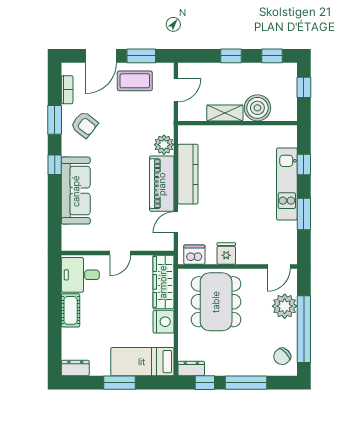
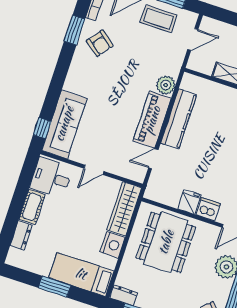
window: (55, 165) -> (42, 128), moved
sofa: (76, 191) -> (64, 124), moved
dishwasher: (194, 255) -> (208, 209), moved
dresser: (75, 368) -> (21, 235), moved, turned 90

